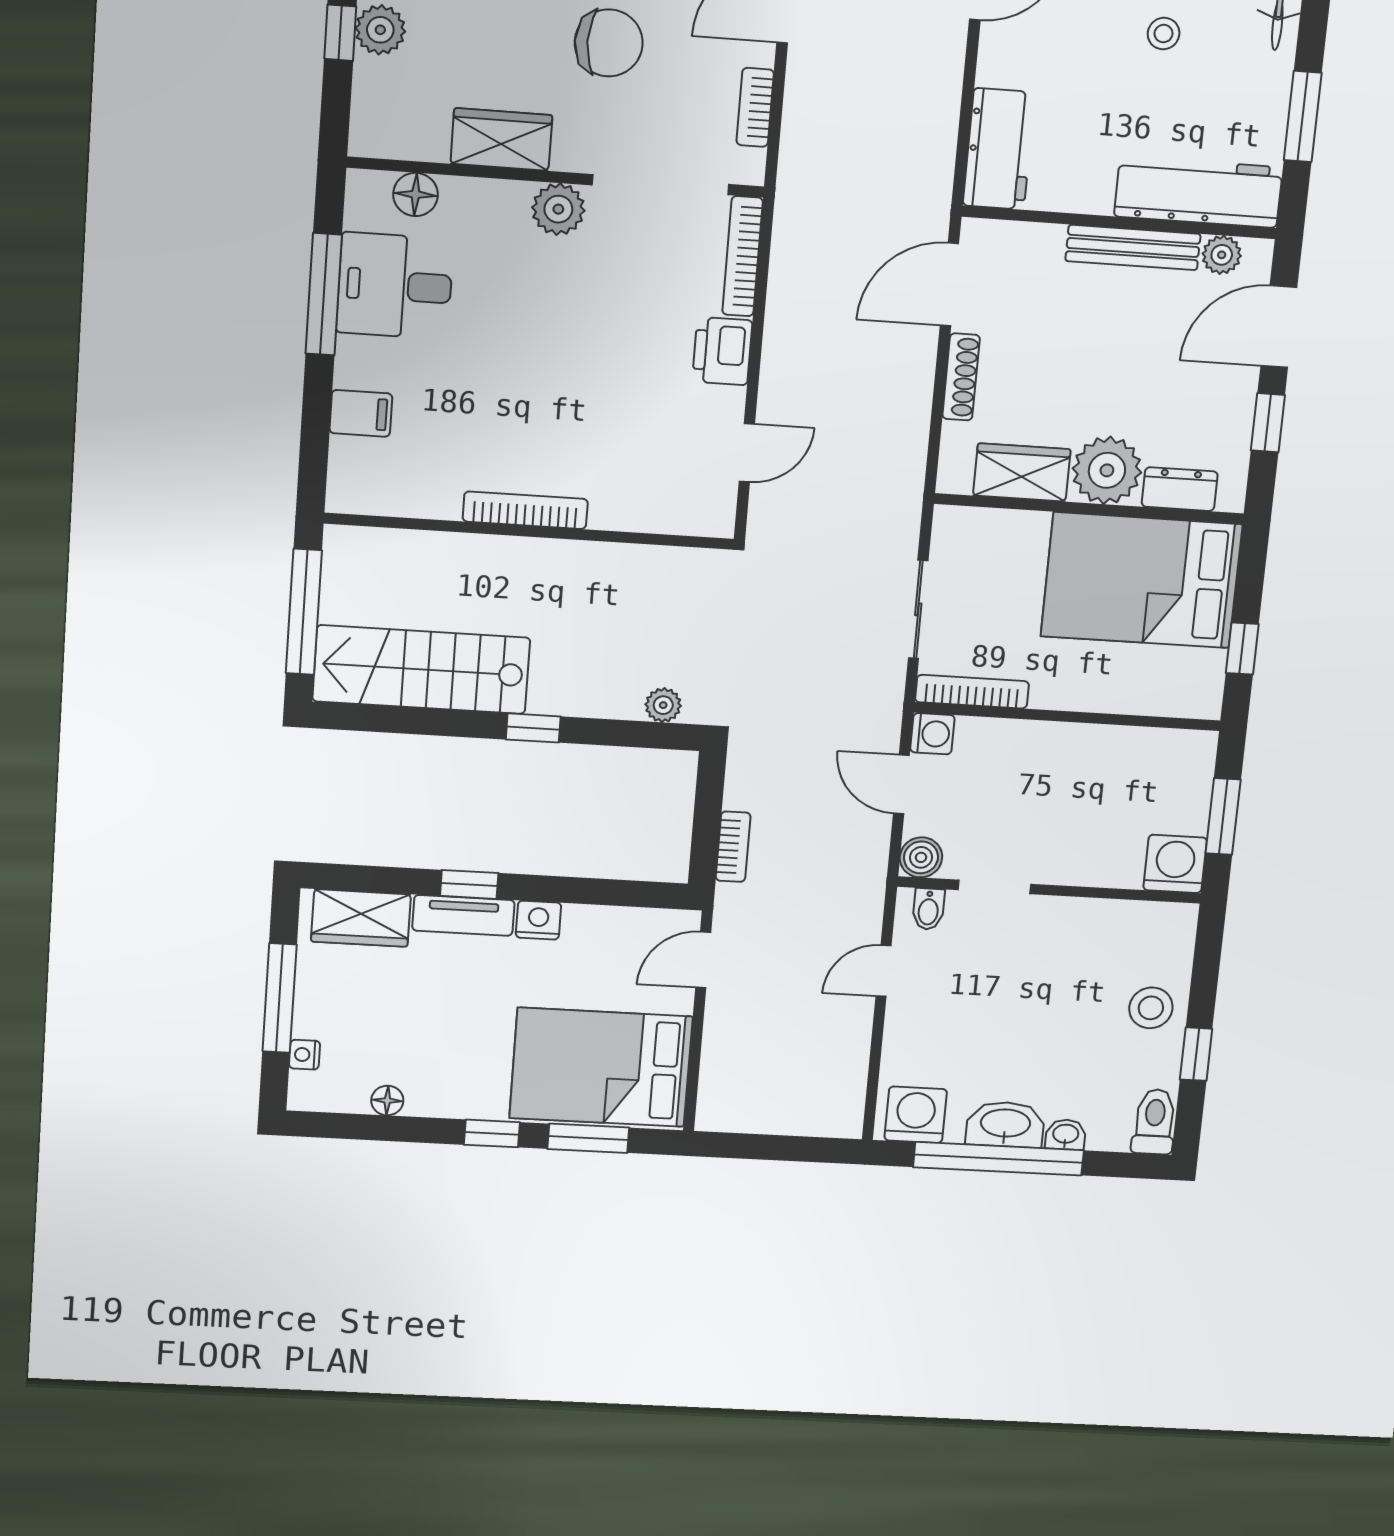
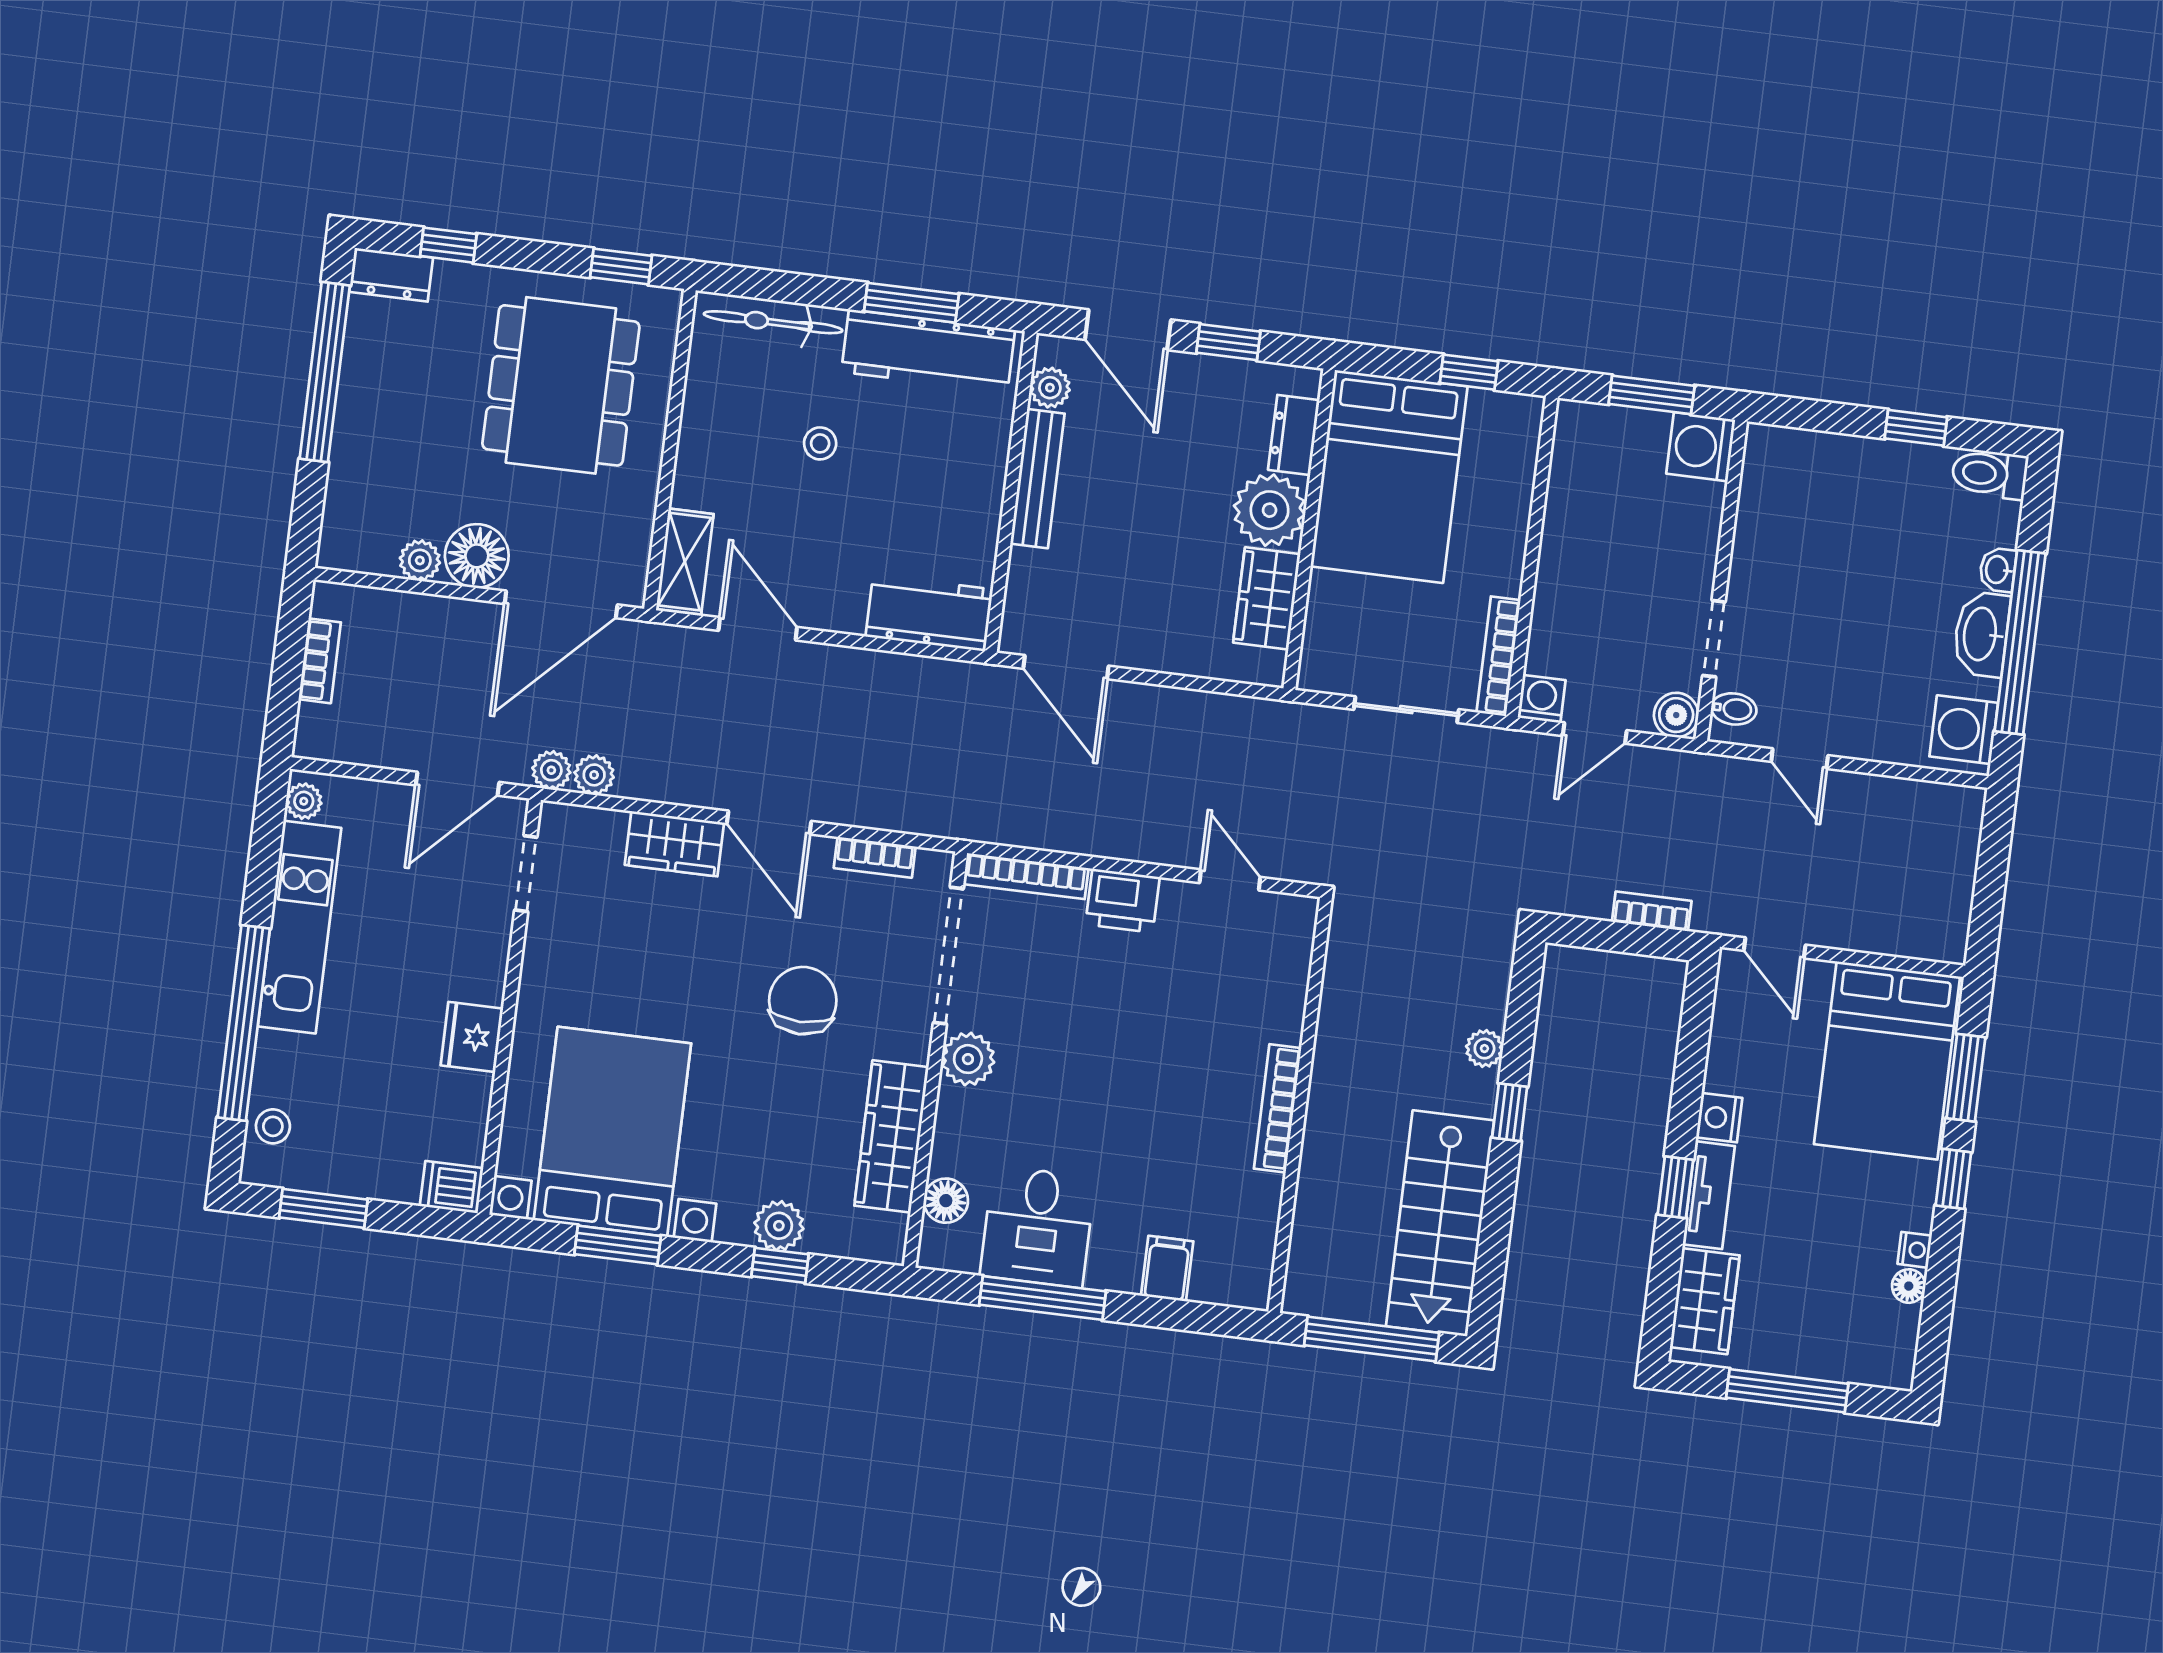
wardrobe: (501, 139) -> (891, 1136), width x1.50
workbench: (1198, 192) -> (928, 351), moved, turned -90
shoe rack: (961, 377) -> (1163, 658), removed
plant: (663, 705) -> (1484, 1049), moved
stool: (1151, 1008) -> (1860, 475), removed
nightstand: (305, 1055) -> (1915, 1250), moved, turned -90

